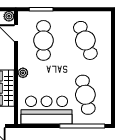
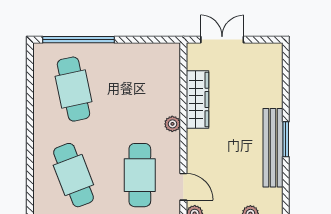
bar counter: (47, 110) -> (135, 65), removed

